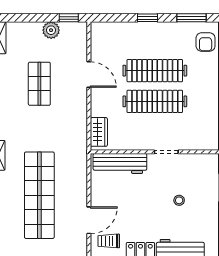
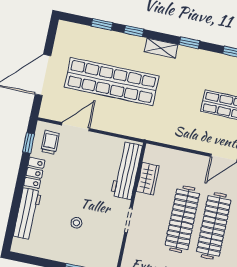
wardrobe: (99, 132) -> (148, 179), moved, turned -90
door: (89, 220) -> (75, 127), swing flipped

